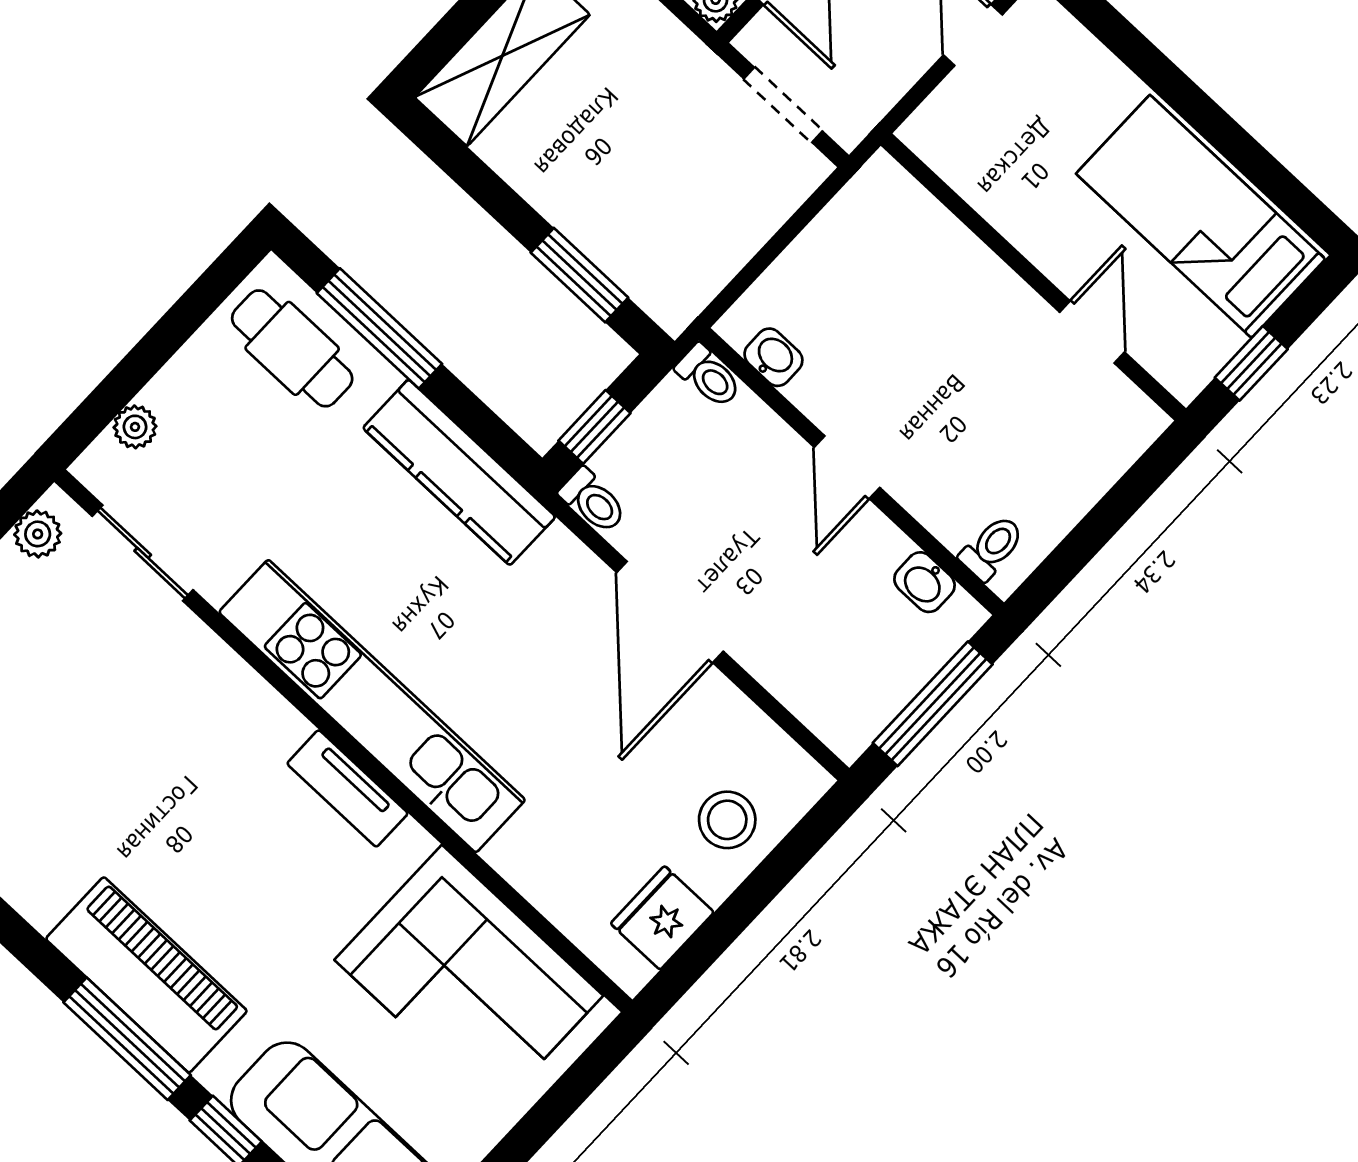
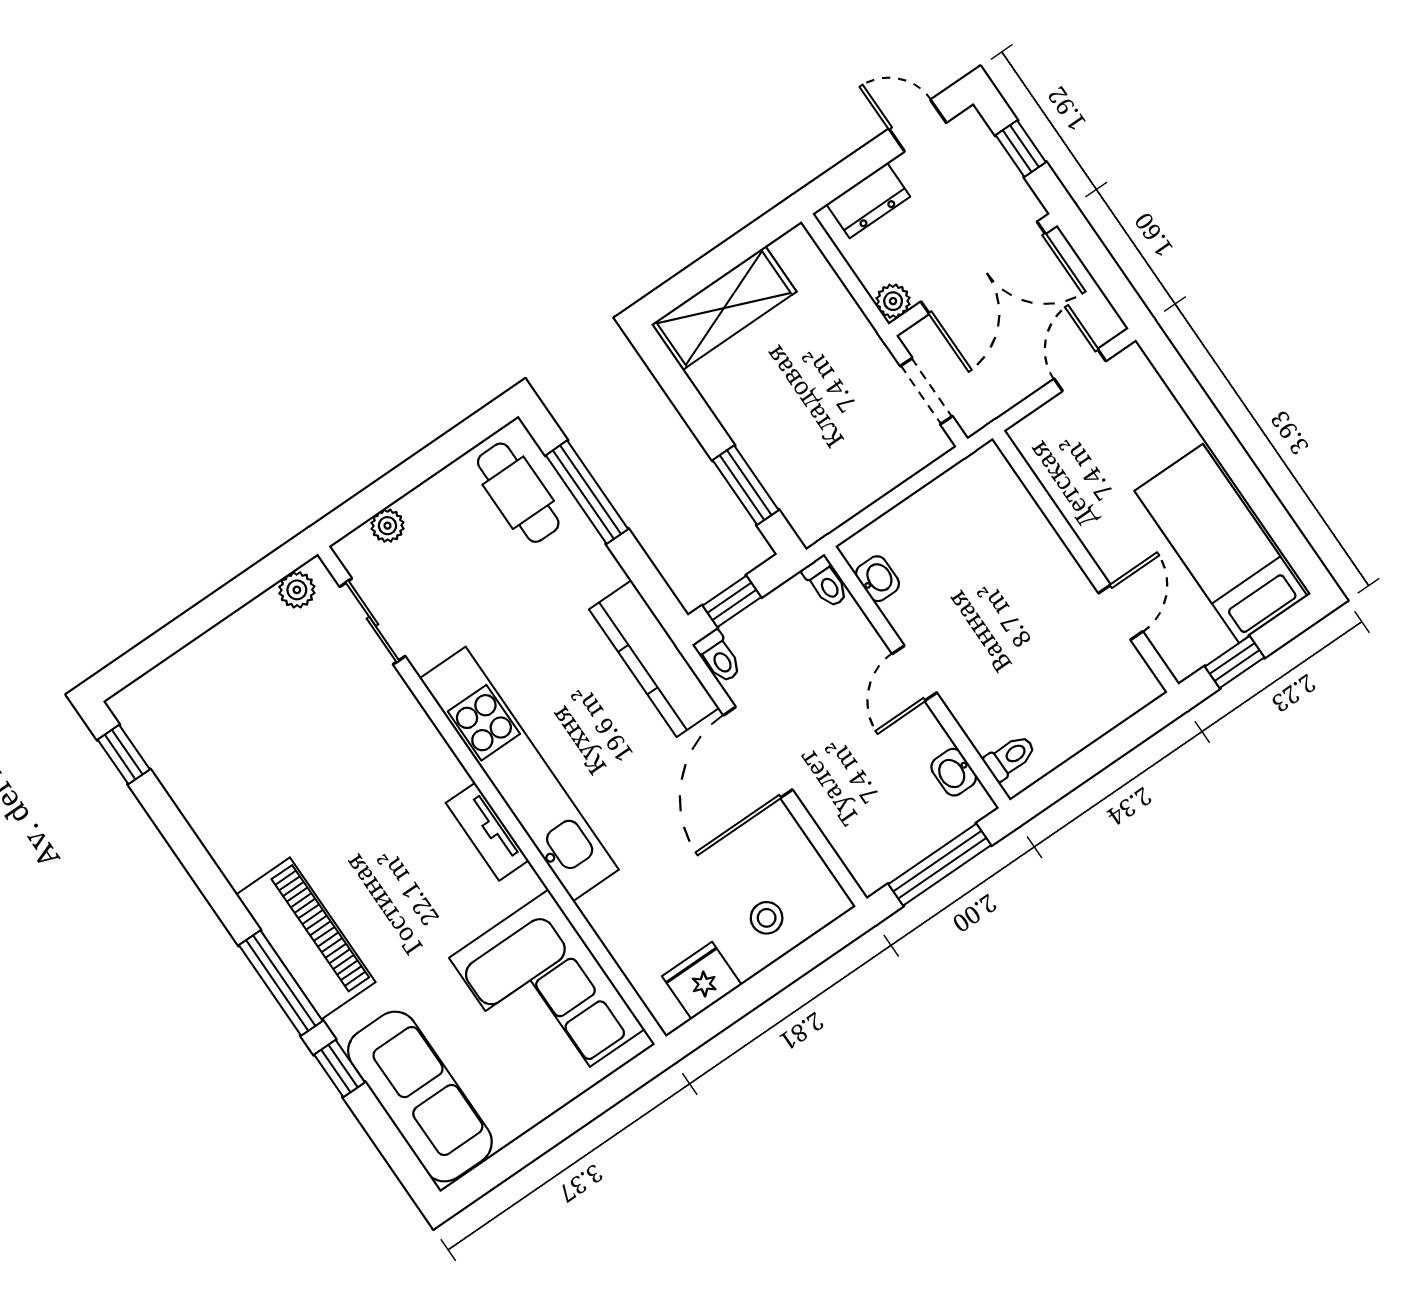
kitchen counter: (459, 472) -> (654, 659), moved
stool: (727, 820) -> (767, 918), width x0.73, depth x0.73

